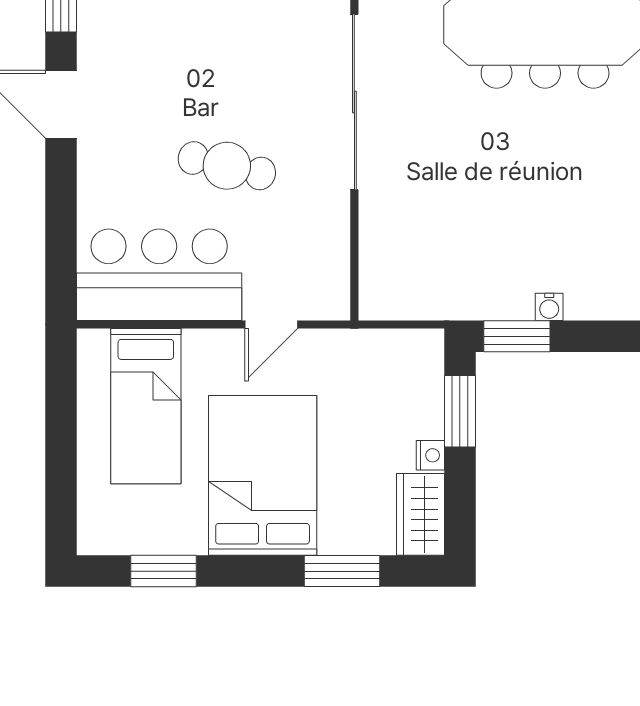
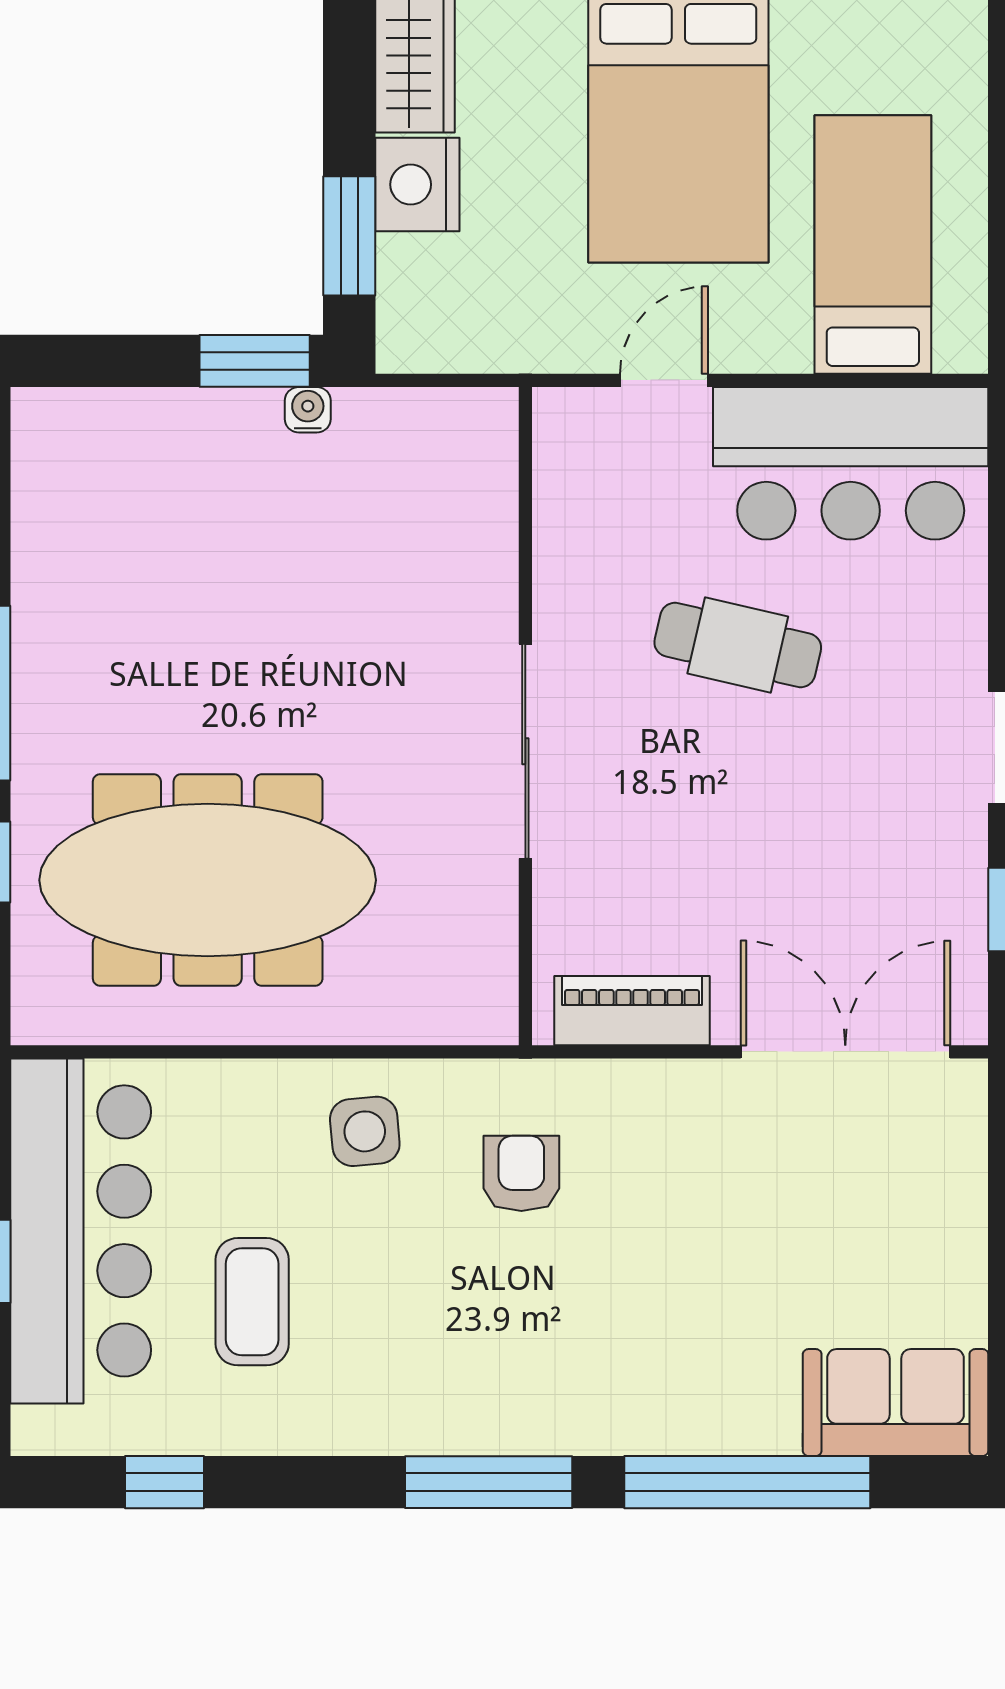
sliding door: (354, 102) -> (525, 751), width x0.73
water cooler: (549, 307) -> (308, 410), moved
nightstand: (430, 455) -> (417, 185), width x1.89, depth x1.79

